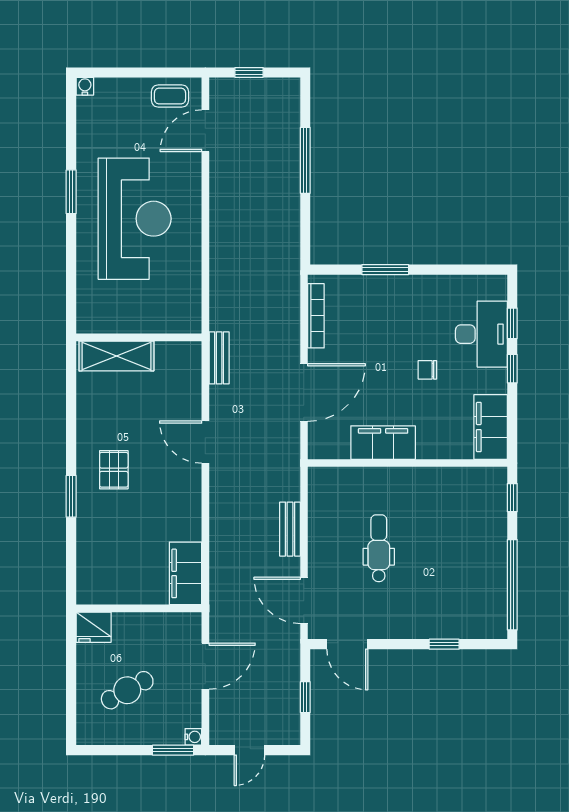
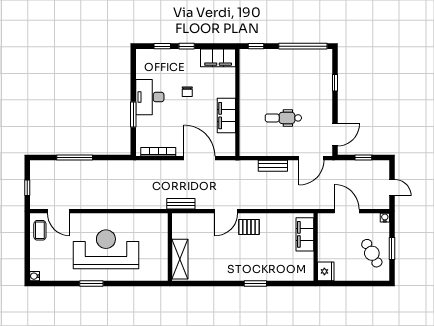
desk: (481, 334) -> (150, 97), moved, turned -90
pallet: (114, 470) -> (249, 227), moved
filing cabinet: (185, 573) -> (305, 234), moved, turned 90
cafe table: (127, 690) -> (372, 253), moved
window: (173, 750) -> (392, 248), moved

